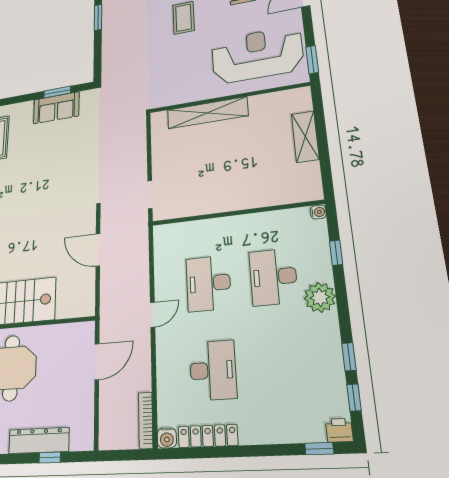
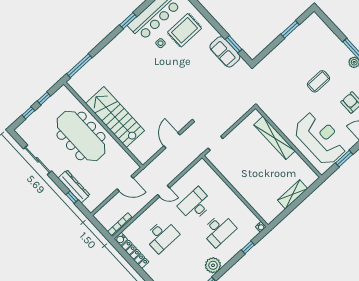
window: (312, 60) -> (344, 159), moved
desk: (273, 277) -> (219, 230), turned 180
plant: (320, 297) -> (213, 265), moved

